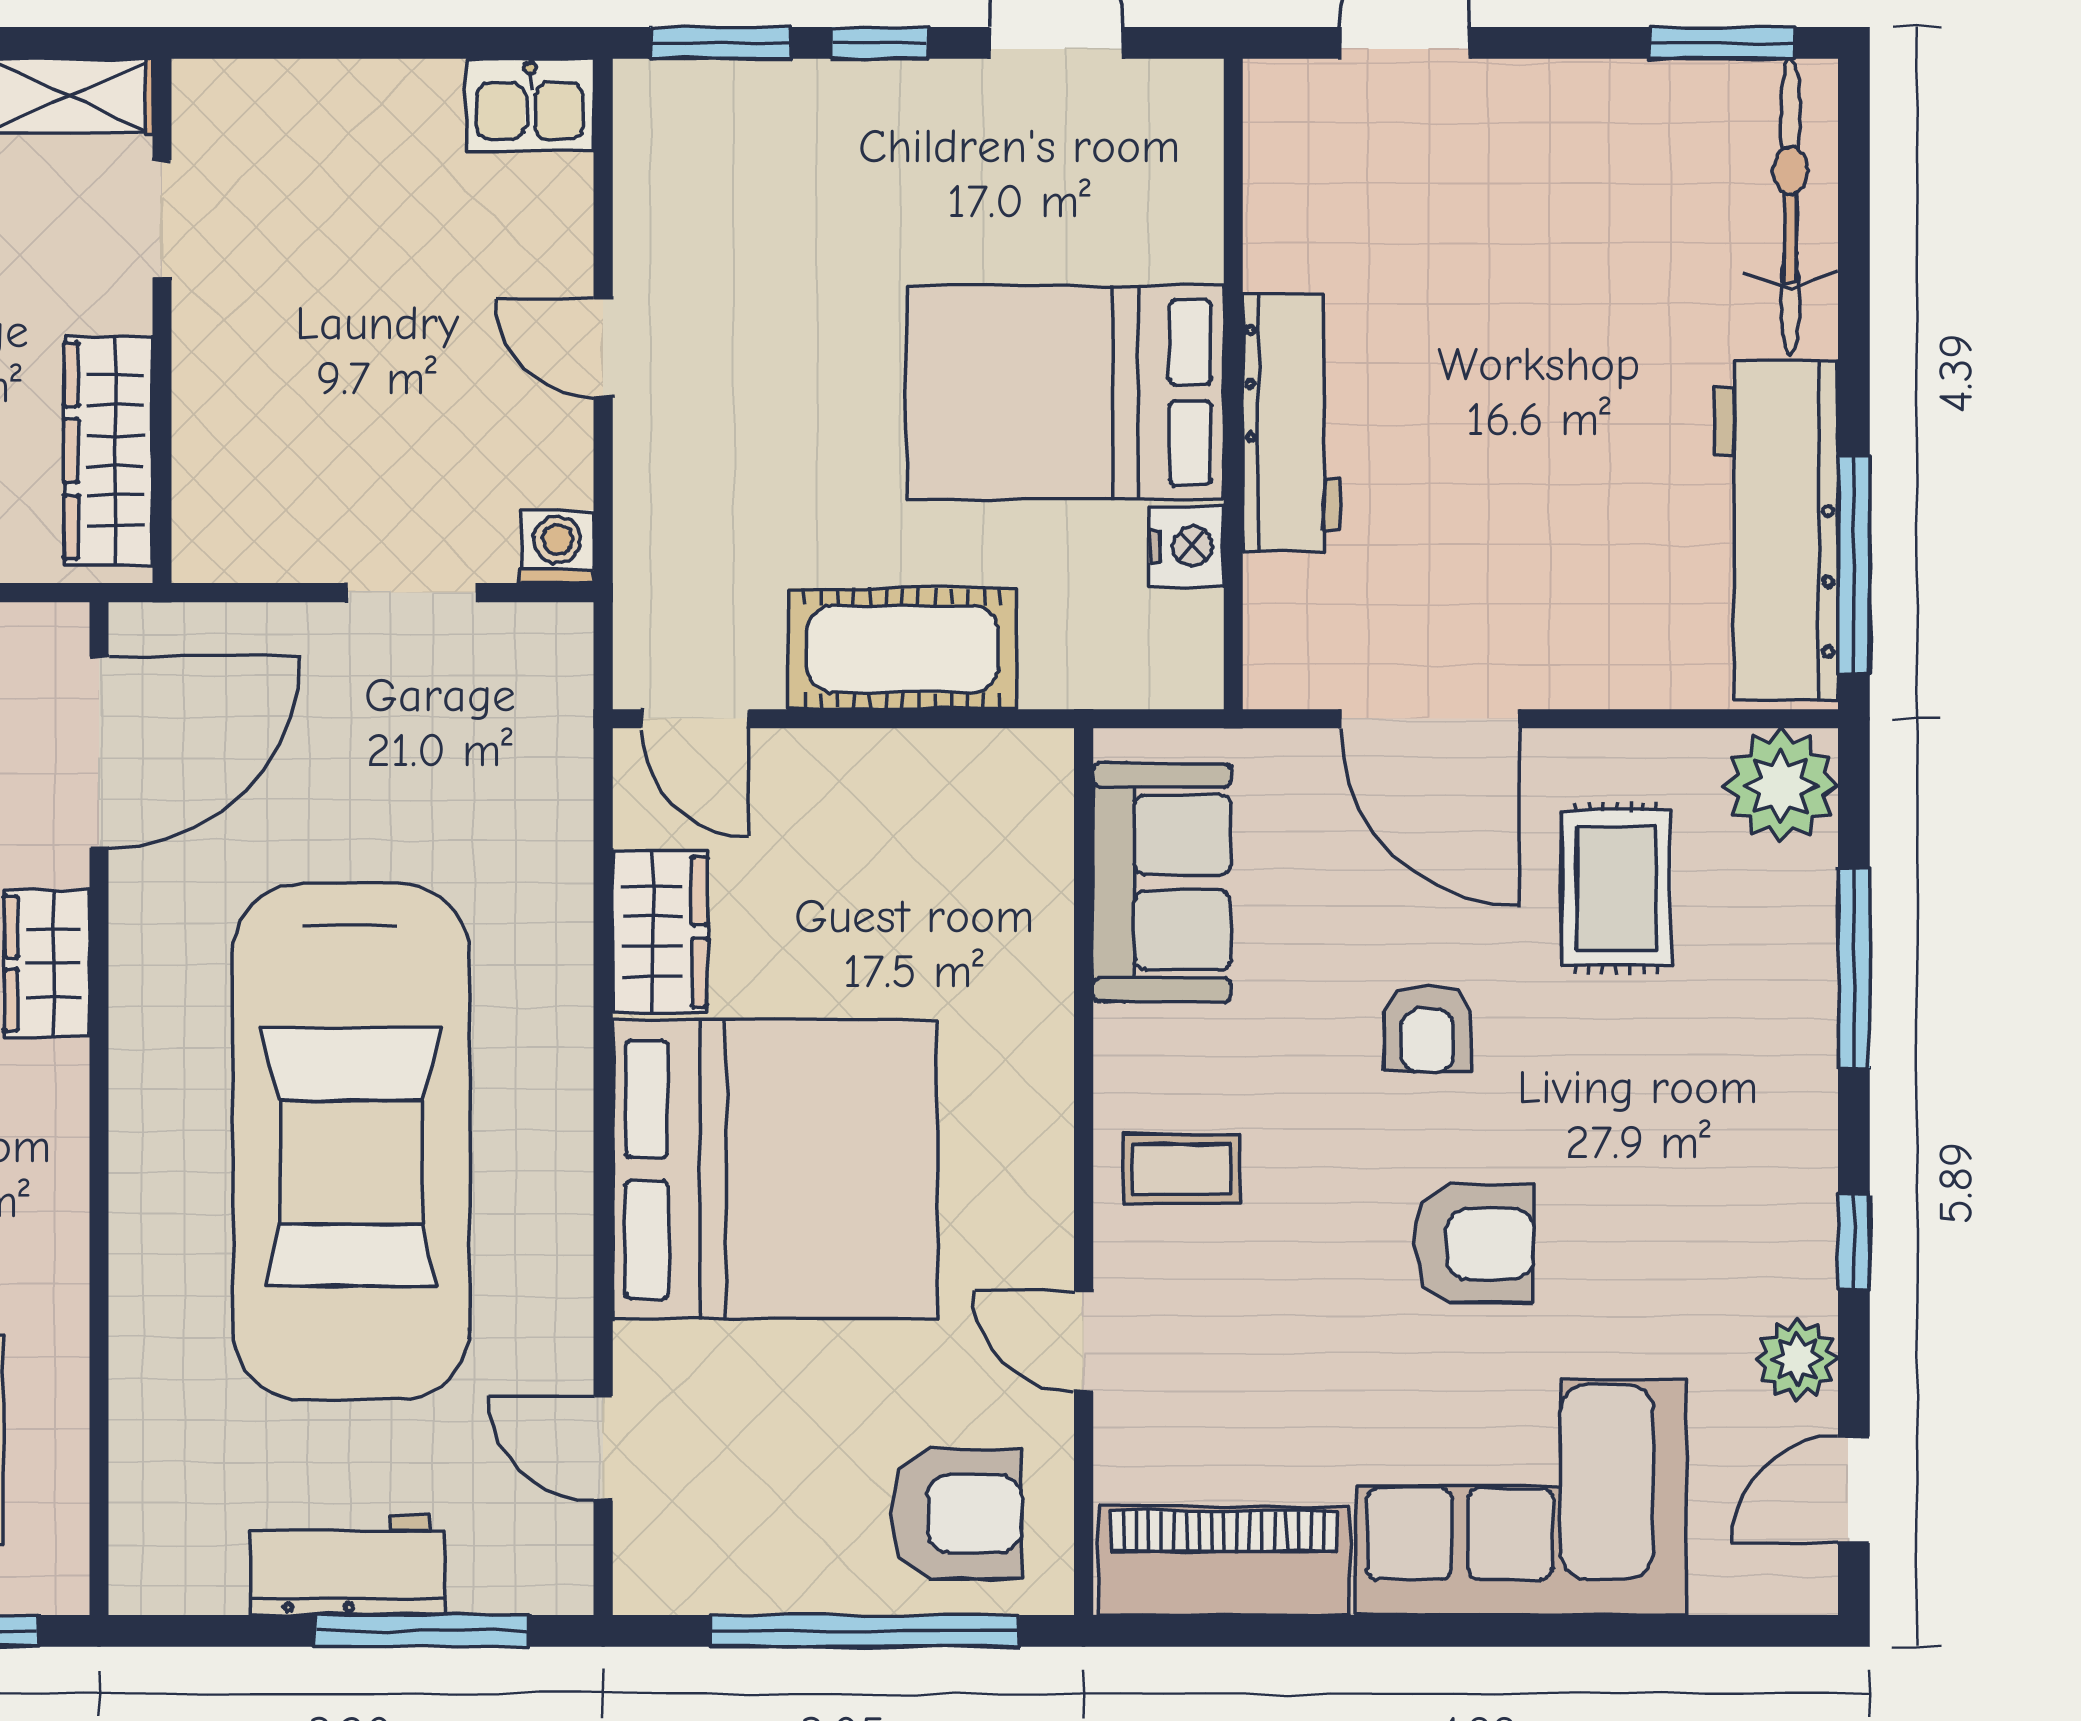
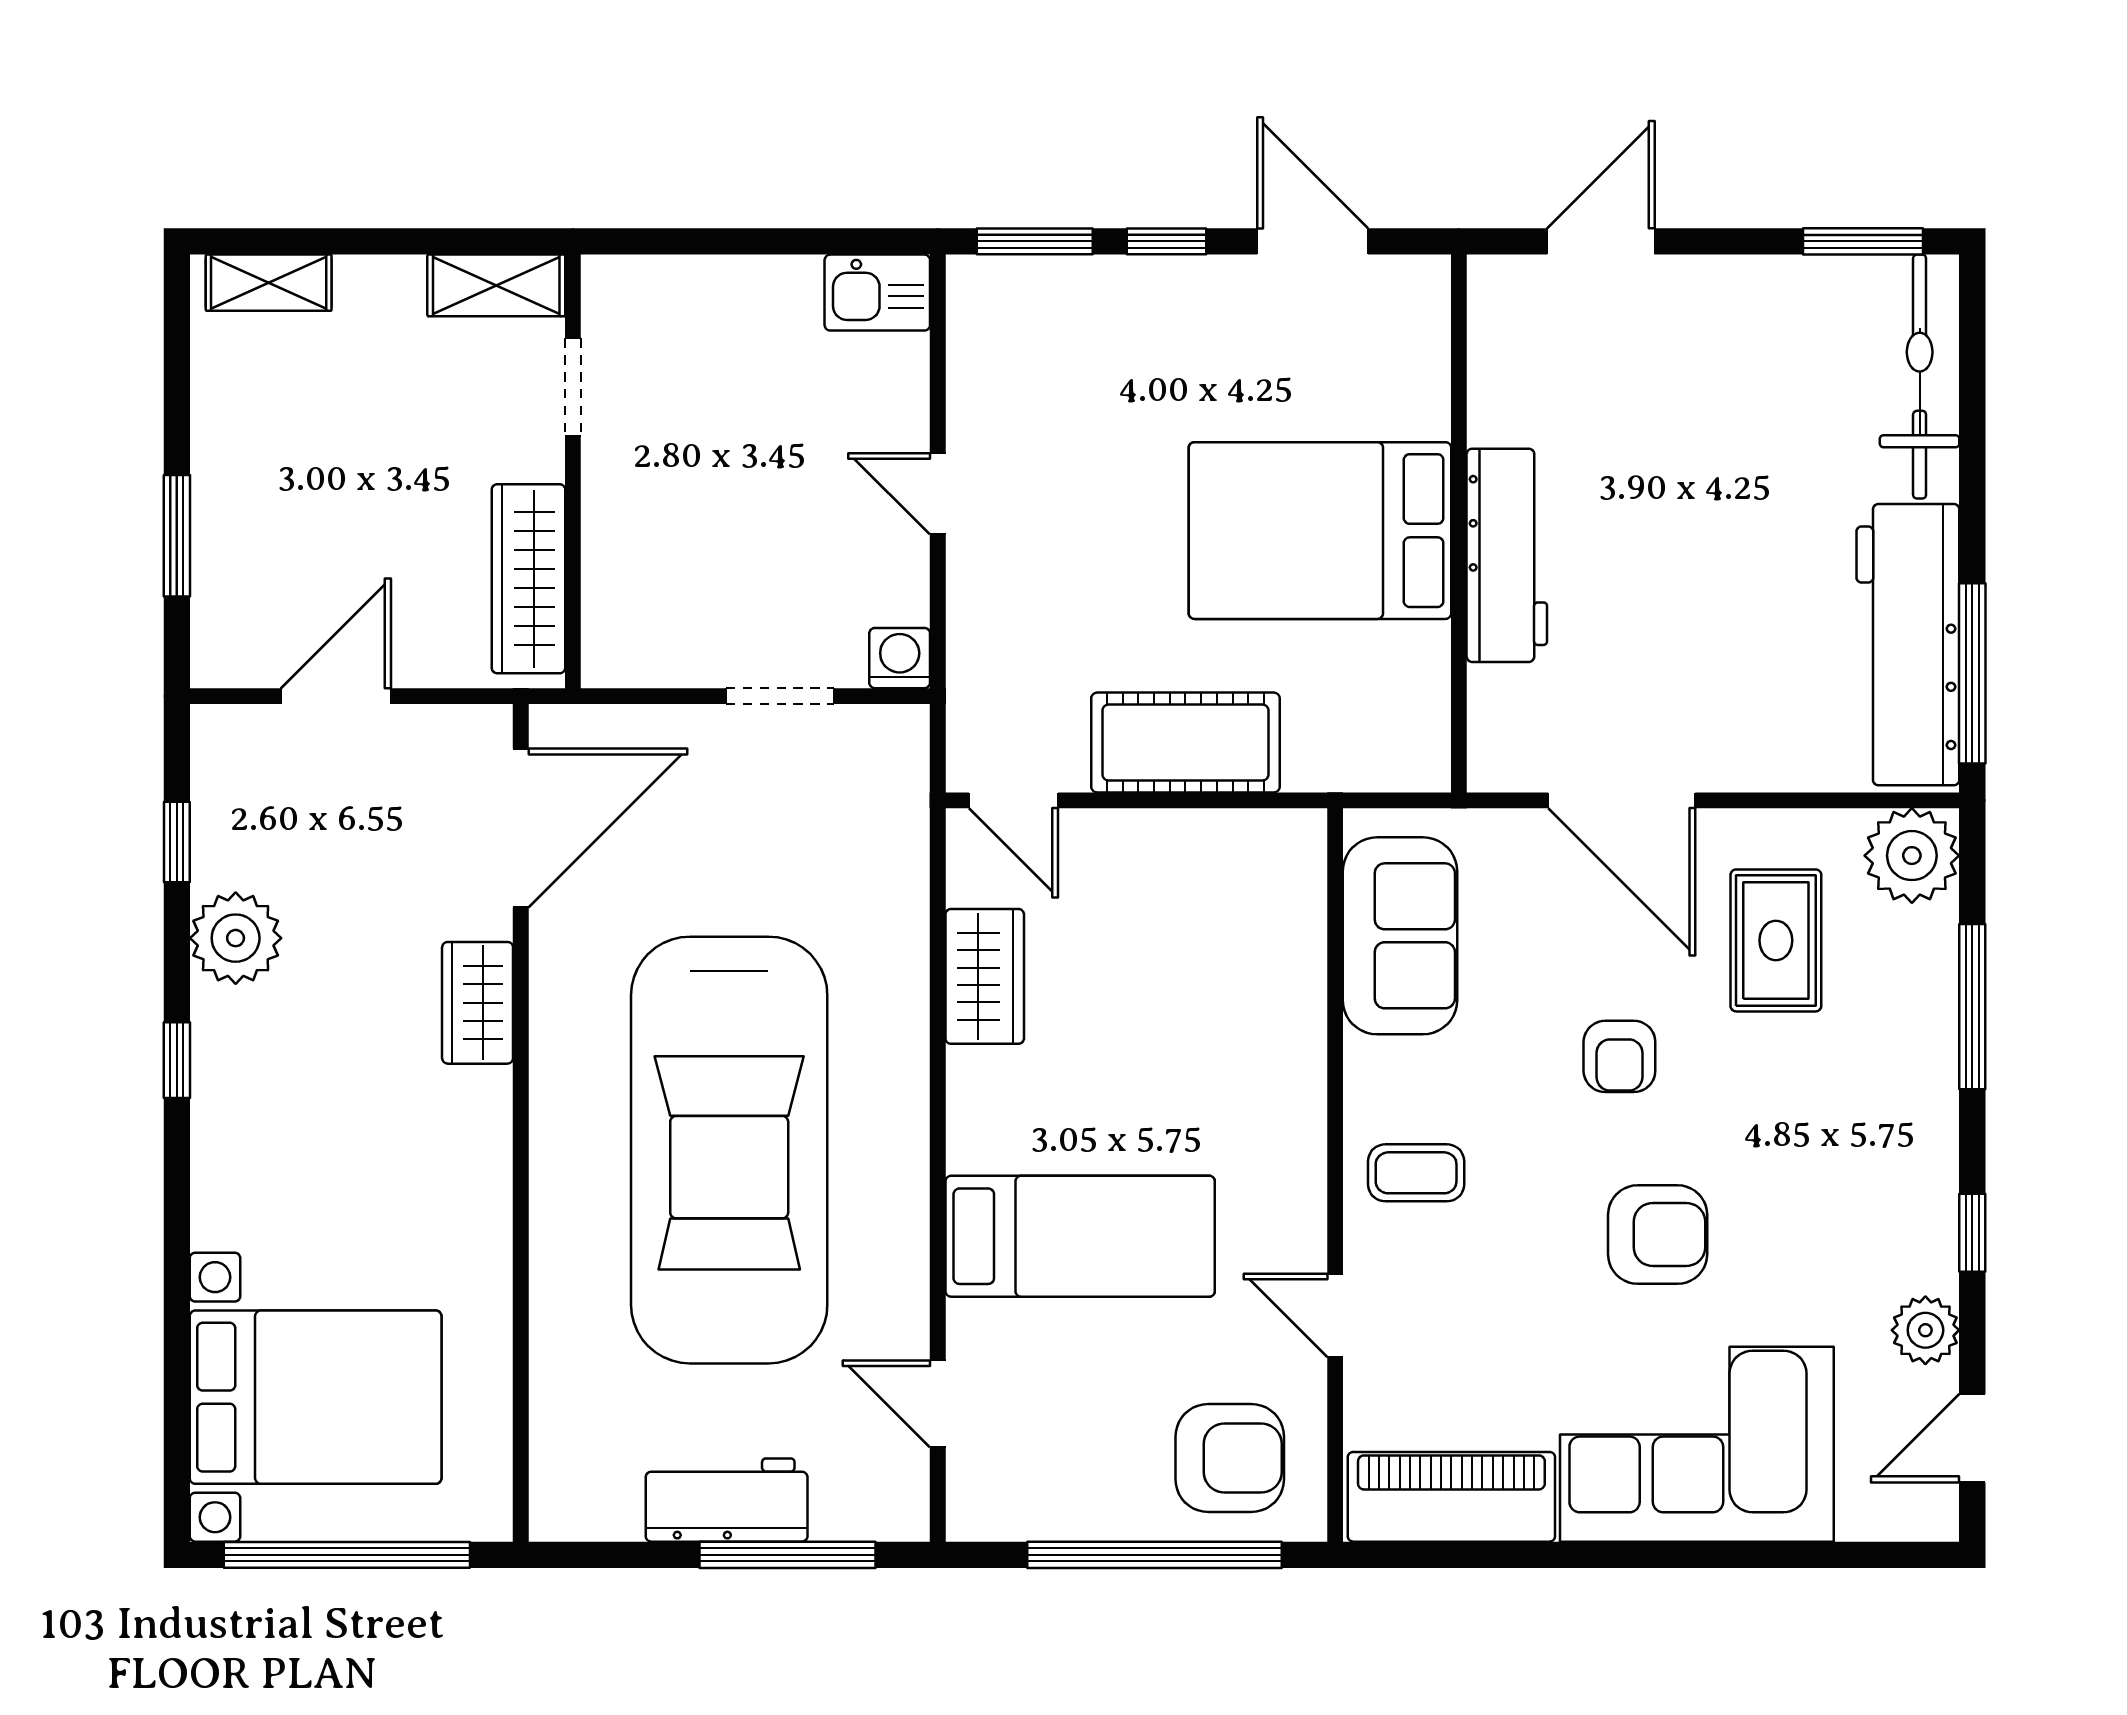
nightstand: (1186, 546) -> (1420, 658), removed
bed: (775, 1169) -> (1080, 1236), width x0.49

